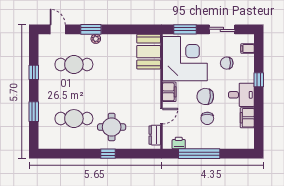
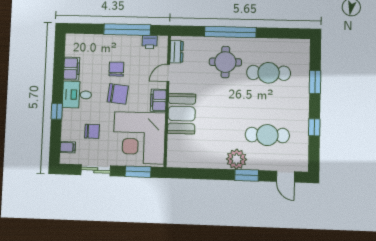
plant: (96, 39) -> (237, 159), width x1.87, depth x1.87
booth: (149, 52) -> (182, 114), moved
window: (108, 154) -> (230, 32), width x3.17

